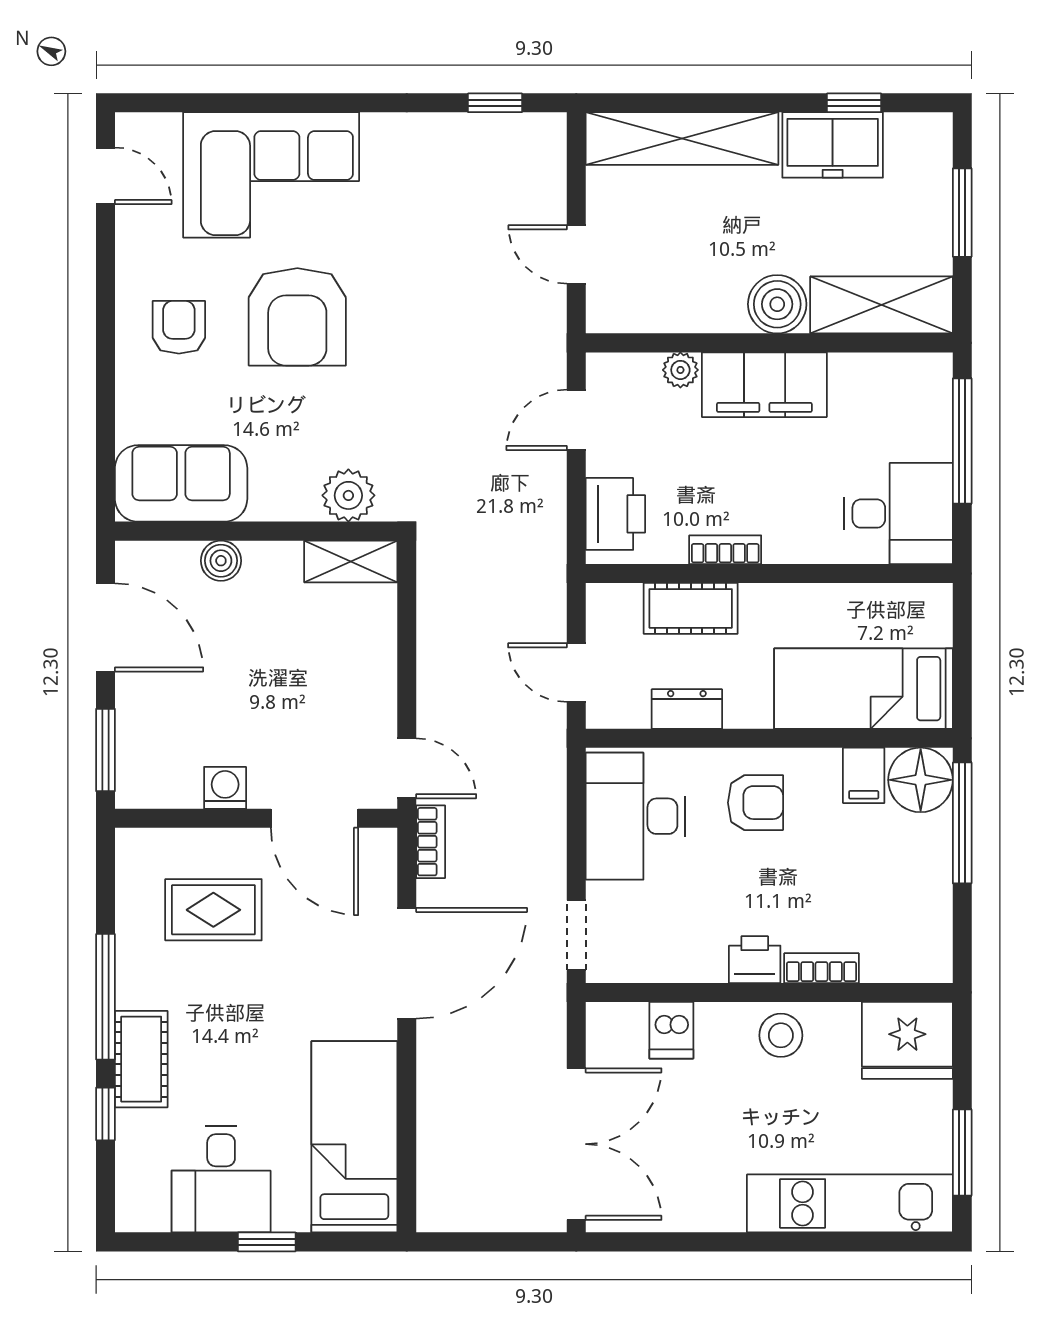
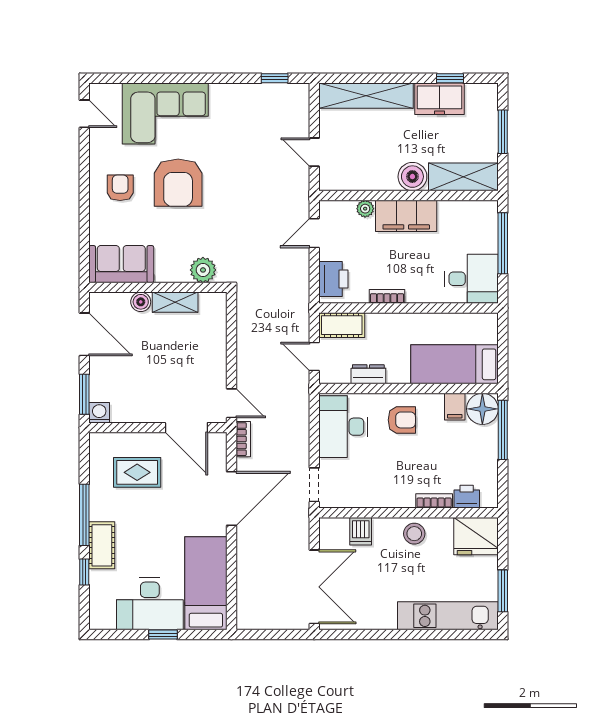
shelving: (351, 562) -> (175, 302), moved
cot: (691, 608) -> (342, 325), moved
washing machine: (225, 788) -> (99, 413), moved
printer: (755, 960) -> (467, 497), moved
desk: (221, 1179) -> (150, 604), width x1.37

